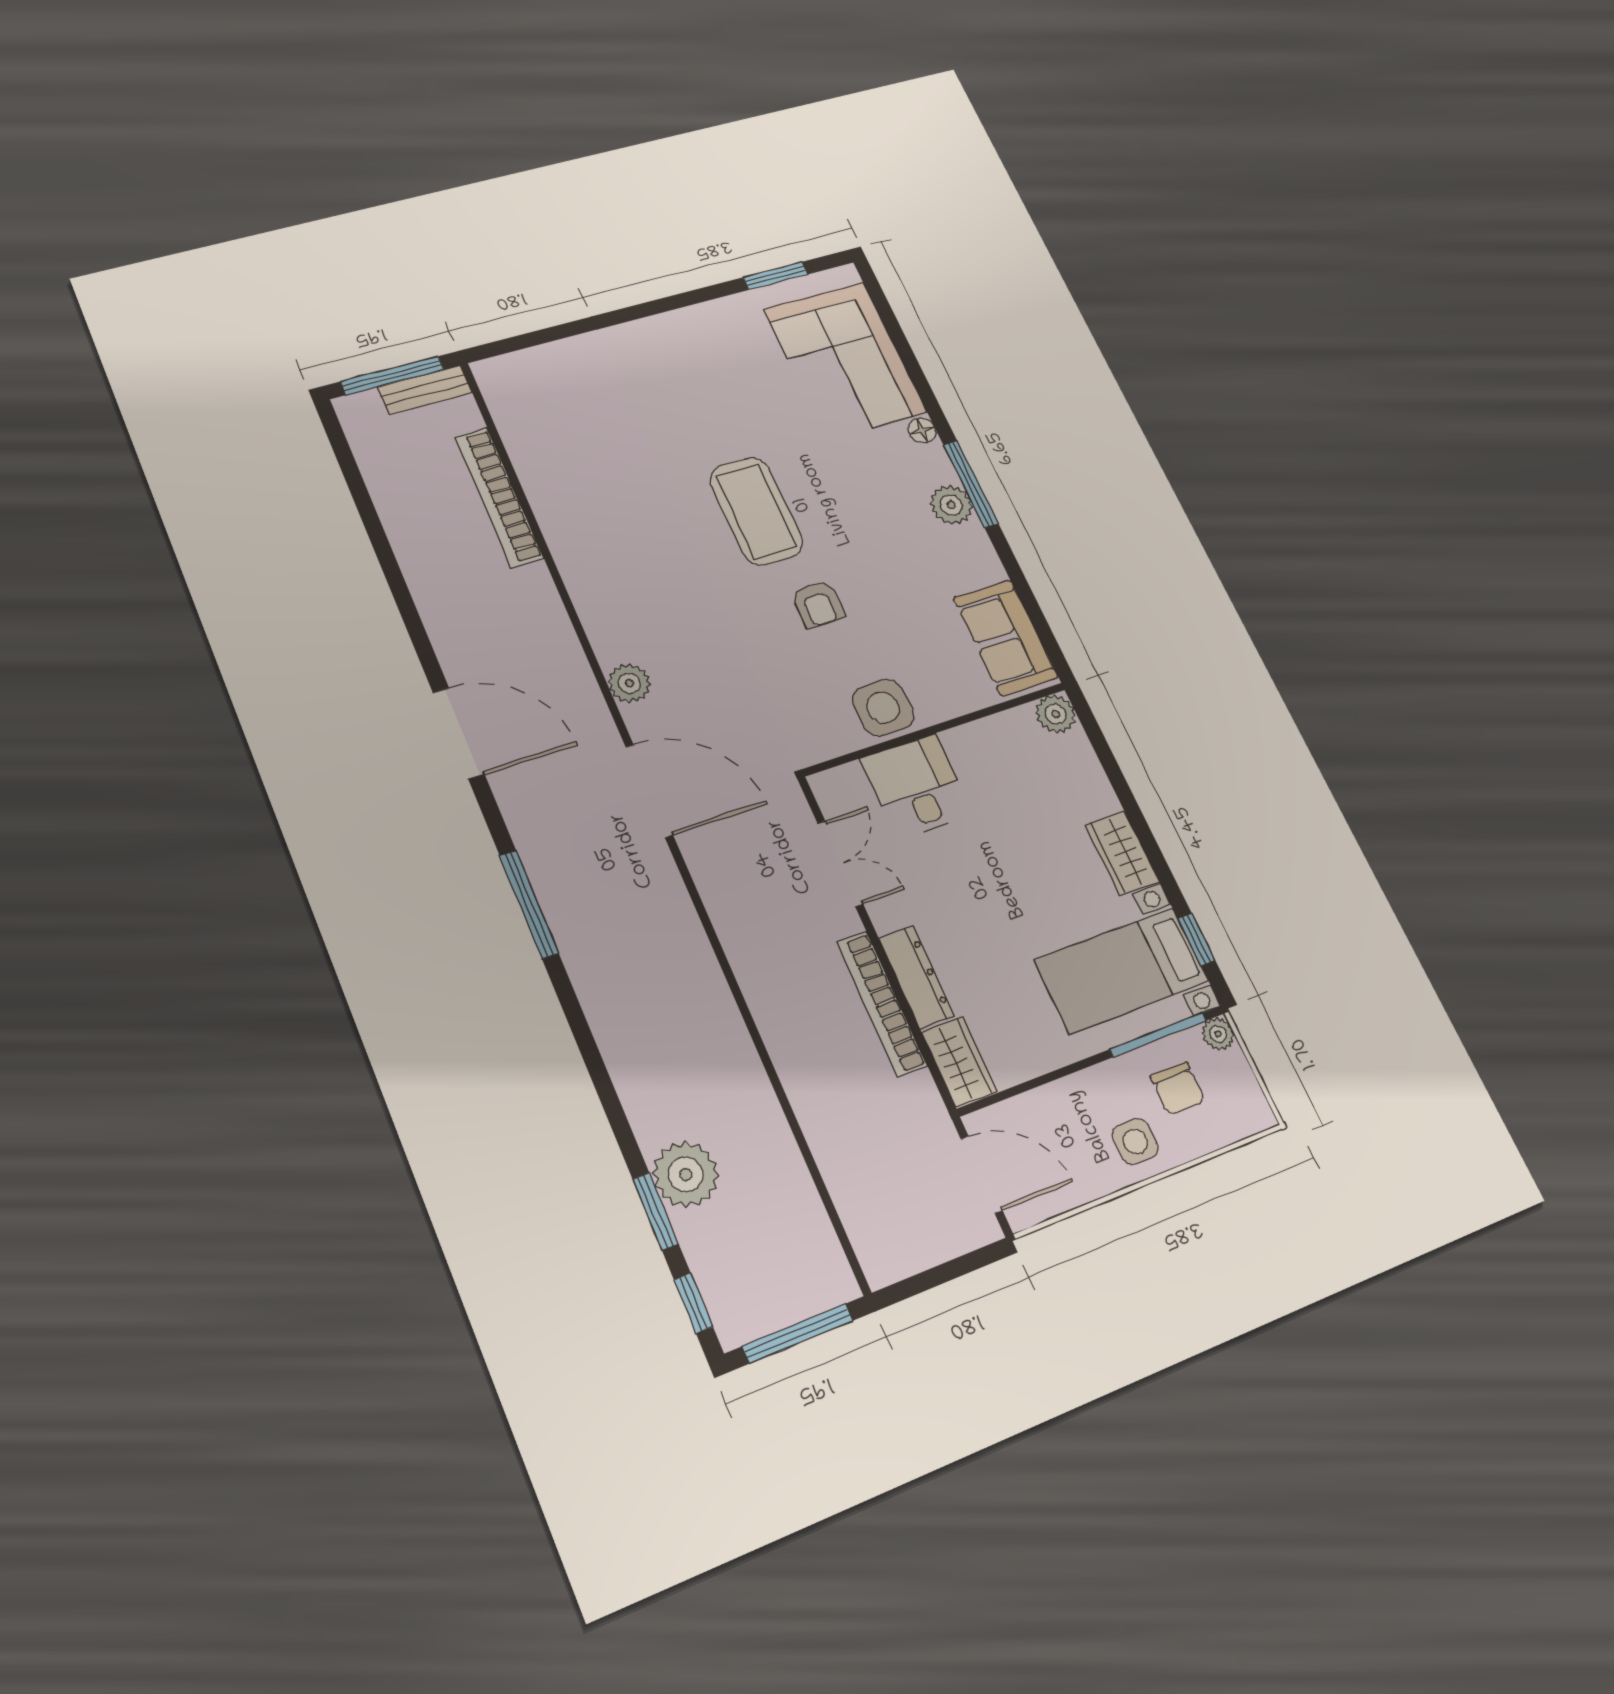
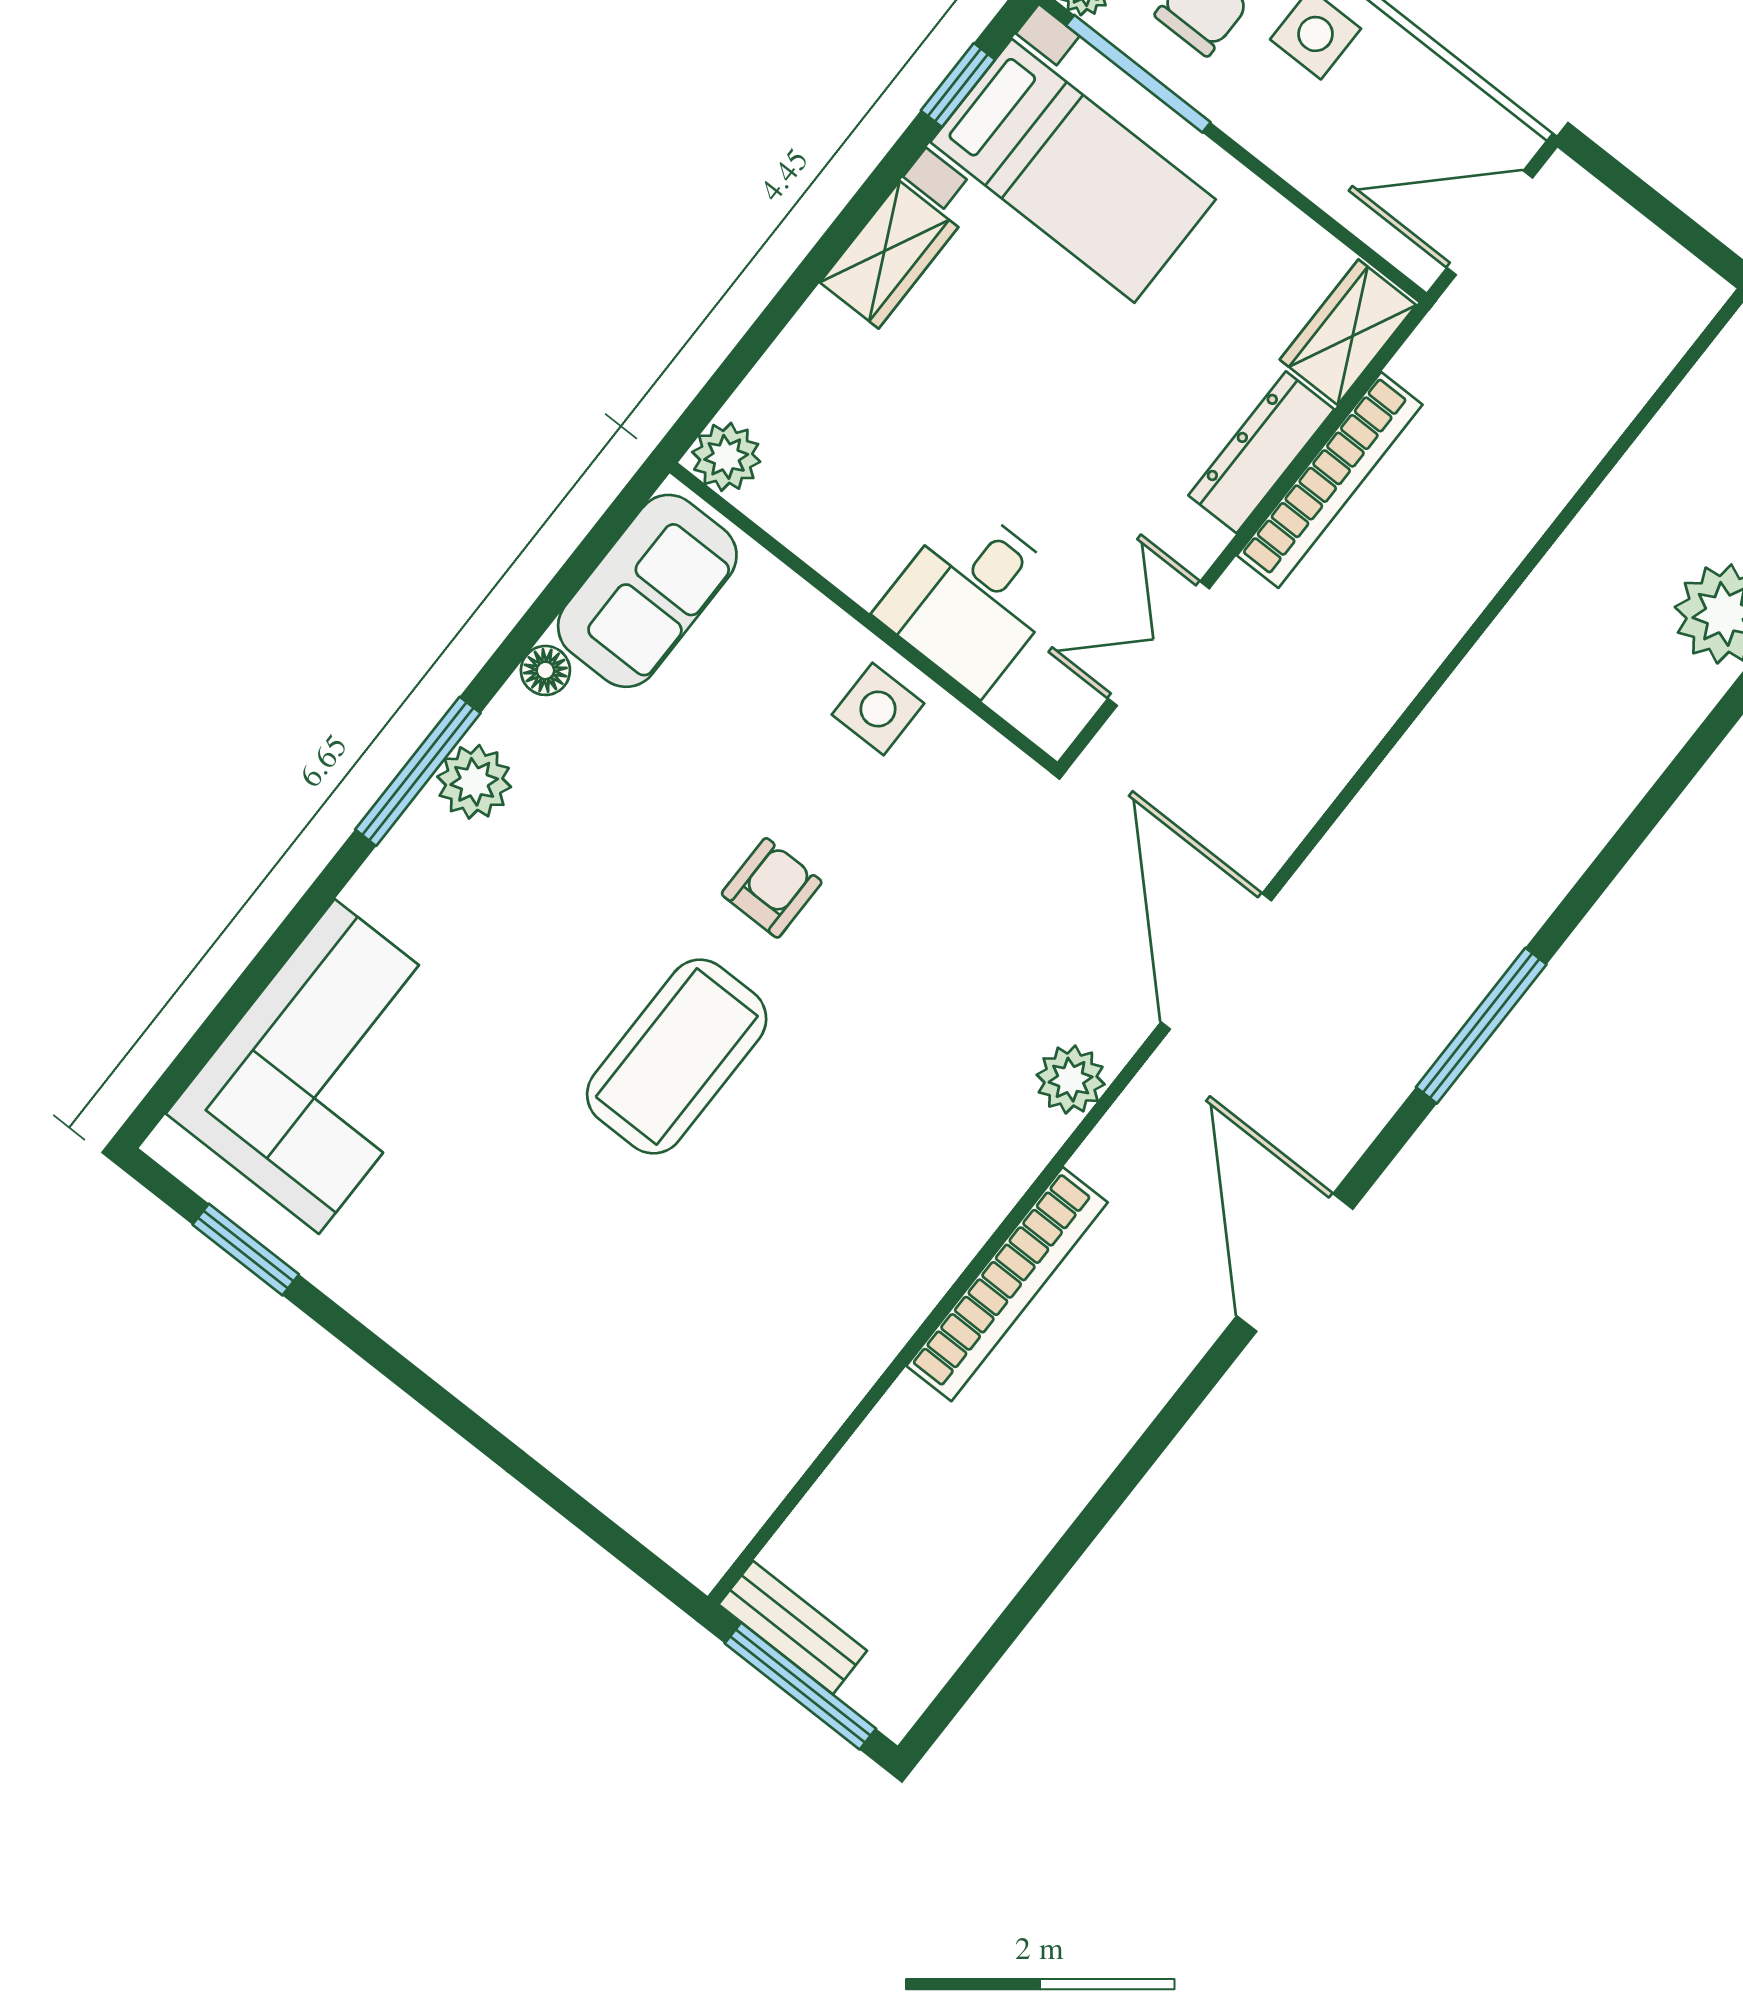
floor lamp: (922, 430) -> (545, 670), moved
bookcase: (499, 497) -> (1007, 1284), moved
side table: (883, 708) -> (878, 709), width x0.73, depth x0.73
door: (982, 1175) -> (1490, 223), hinge flipped

